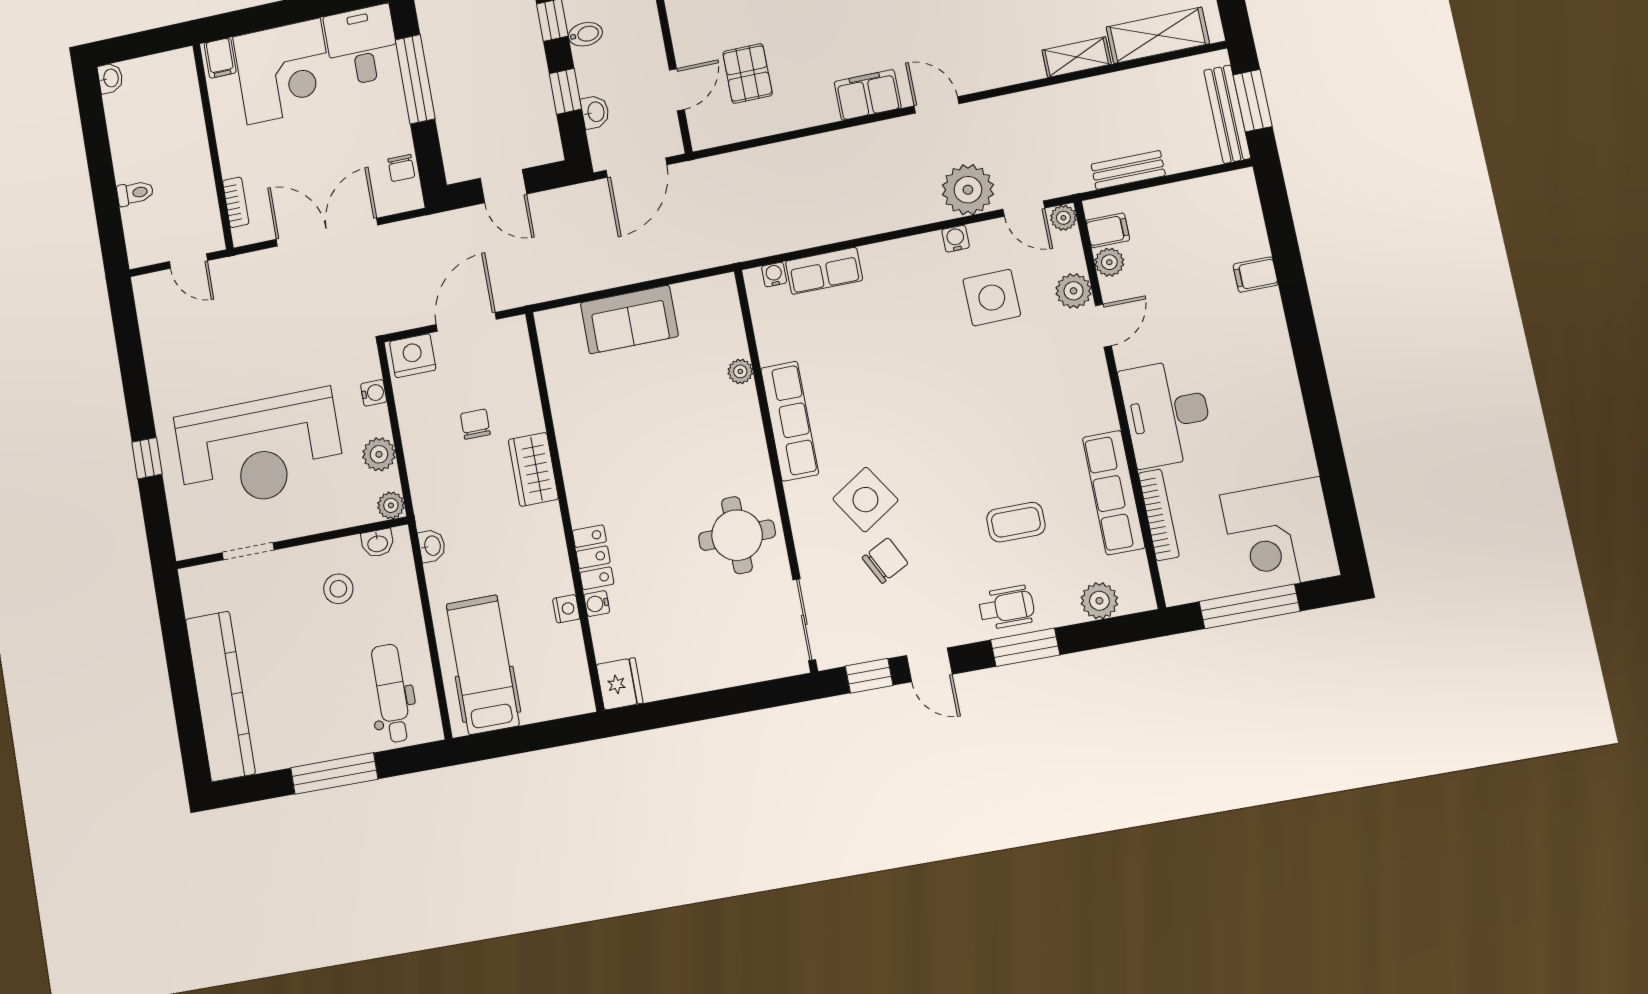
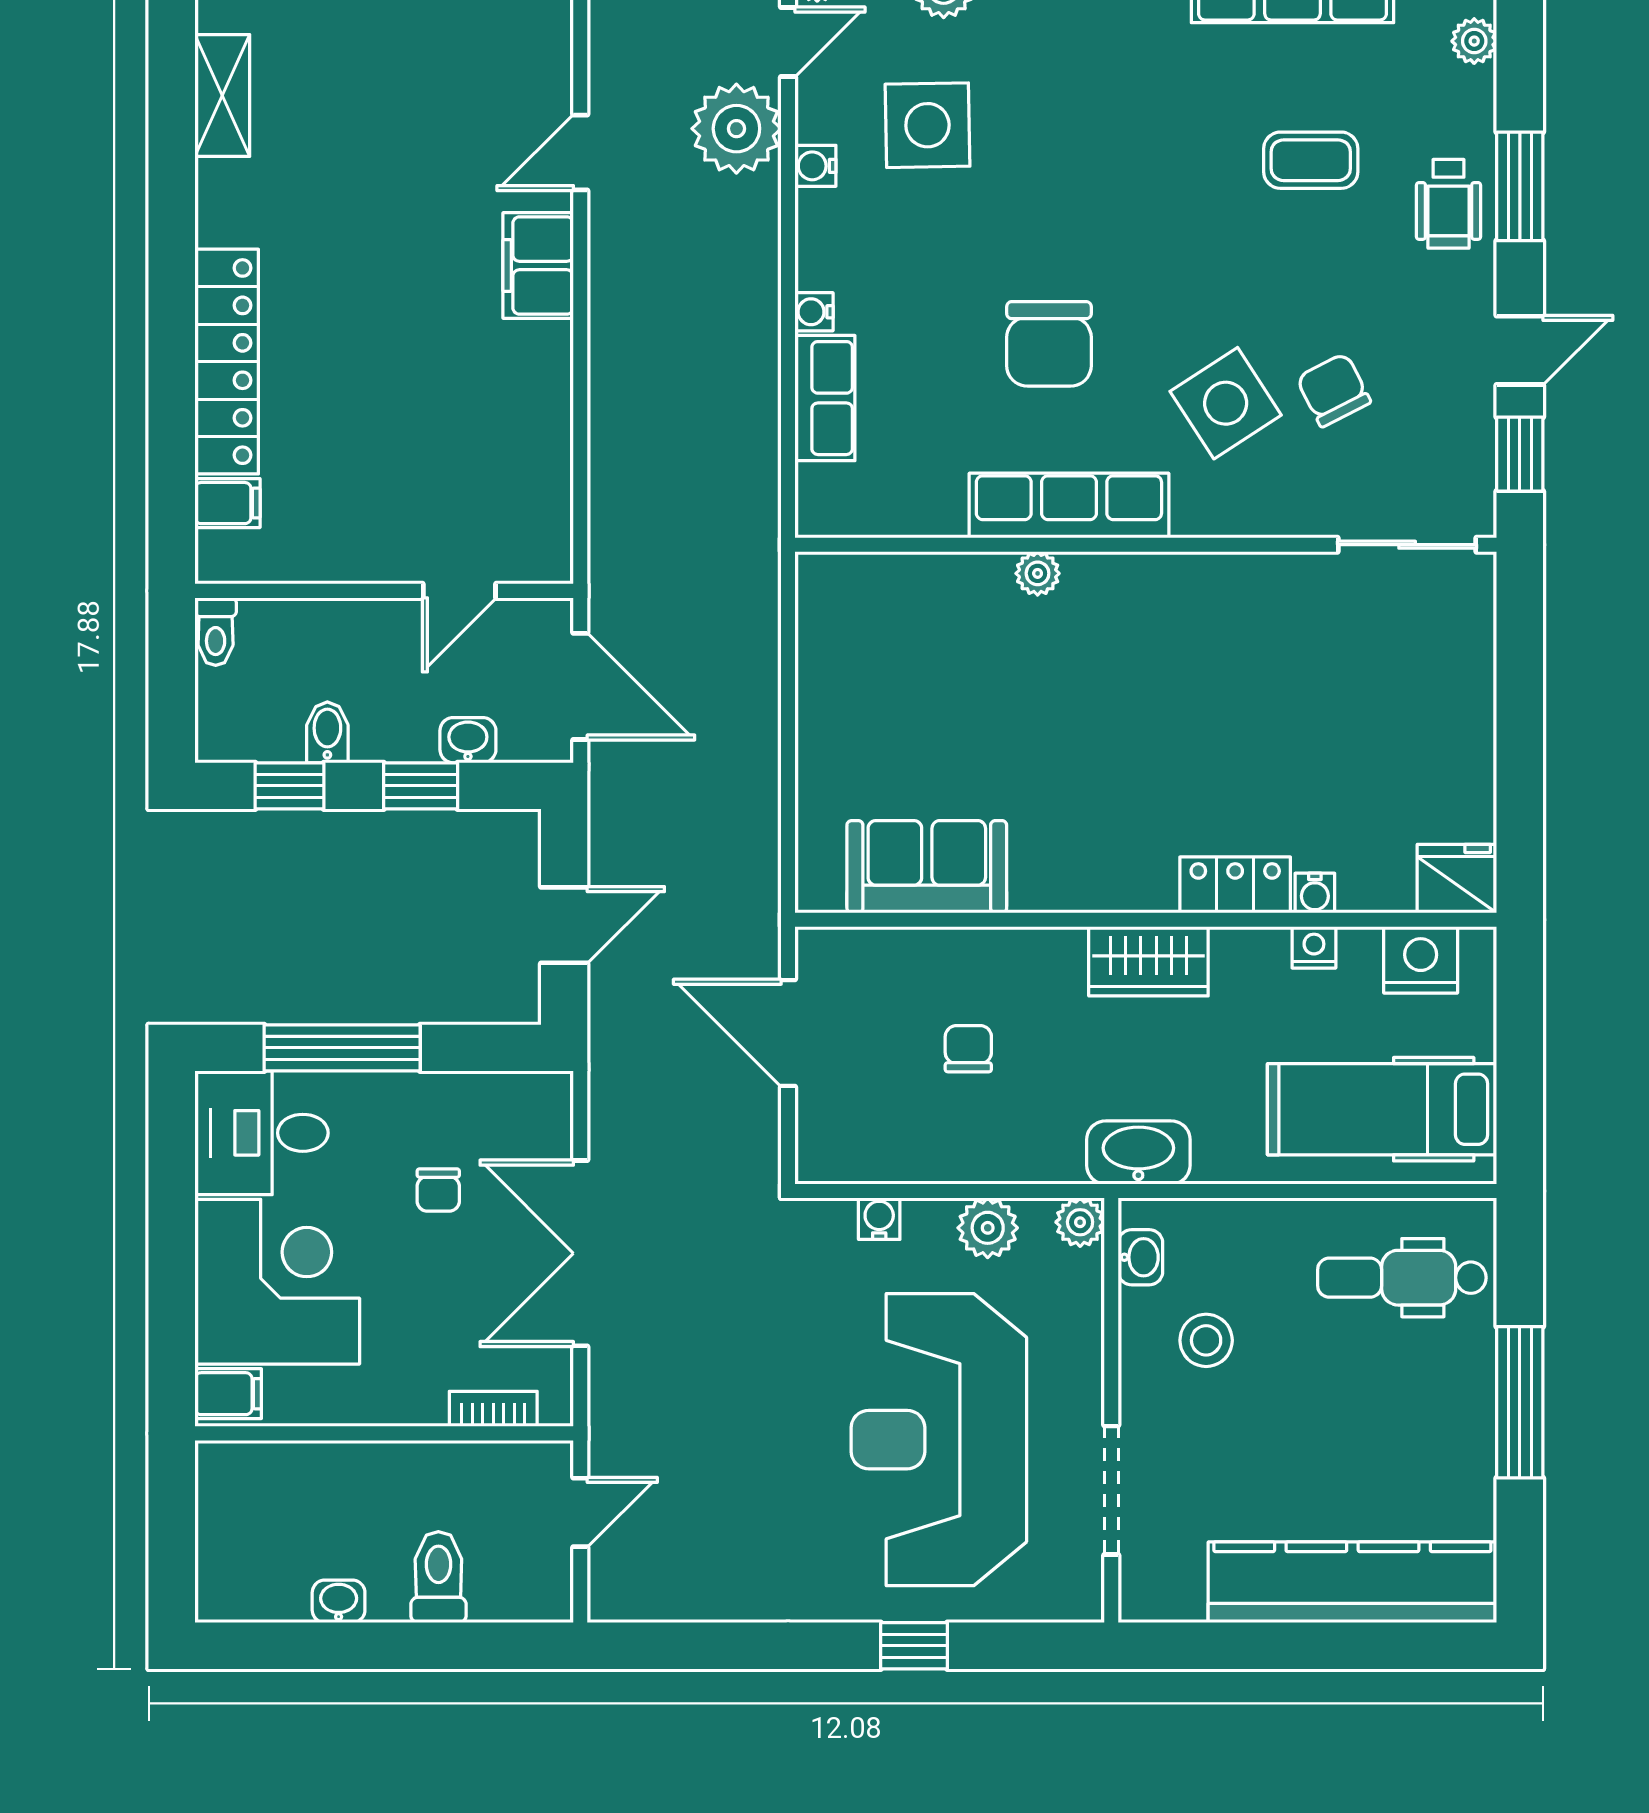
pallet: (748, 73) -> (457, 464), removed
washbasin: (110, 78) -> (339, 1601), moved
door: (677, 90) -> (459, 591), swing flipped
chair: (401, 168) -> (438, 1190), moved, turned 90
toilet: (135, 193) -> (438, 1577), width x1.37, depth x1.39
water cooler: (774, 275) -> (814, 312), moved
sofa: (629, 320) -> (927, 867), moved, turned -90
nightstand: (413, 356) -> (1421, 960), moved, turned 90
plant: (740, 371) -> (1038, 573), moved
chair: (880, 392) -> (1049, 344), added
chair: (475, 424) -> (968, 1049), turned 90
reception desk: (260, 450) -> (939, 1440), turned 180
wardrobe: (533, 469) -> (1148, 961), moved
coffee table: (1016, 522) -> (1311, 160), turned 90
round table: (737, 535) -> (1244, 632), removed
washbasin: (432, 546) -> (1138, 1152), width x1.91, depth x1.45
doorway: (248, 551) -> (1111, 1490), width x1.38
plant: (1099, 601) -> (1474, 41), width x0.73, depth x0.73
wheelchair: (1007, 607) -> (1449, 204), turned 180

